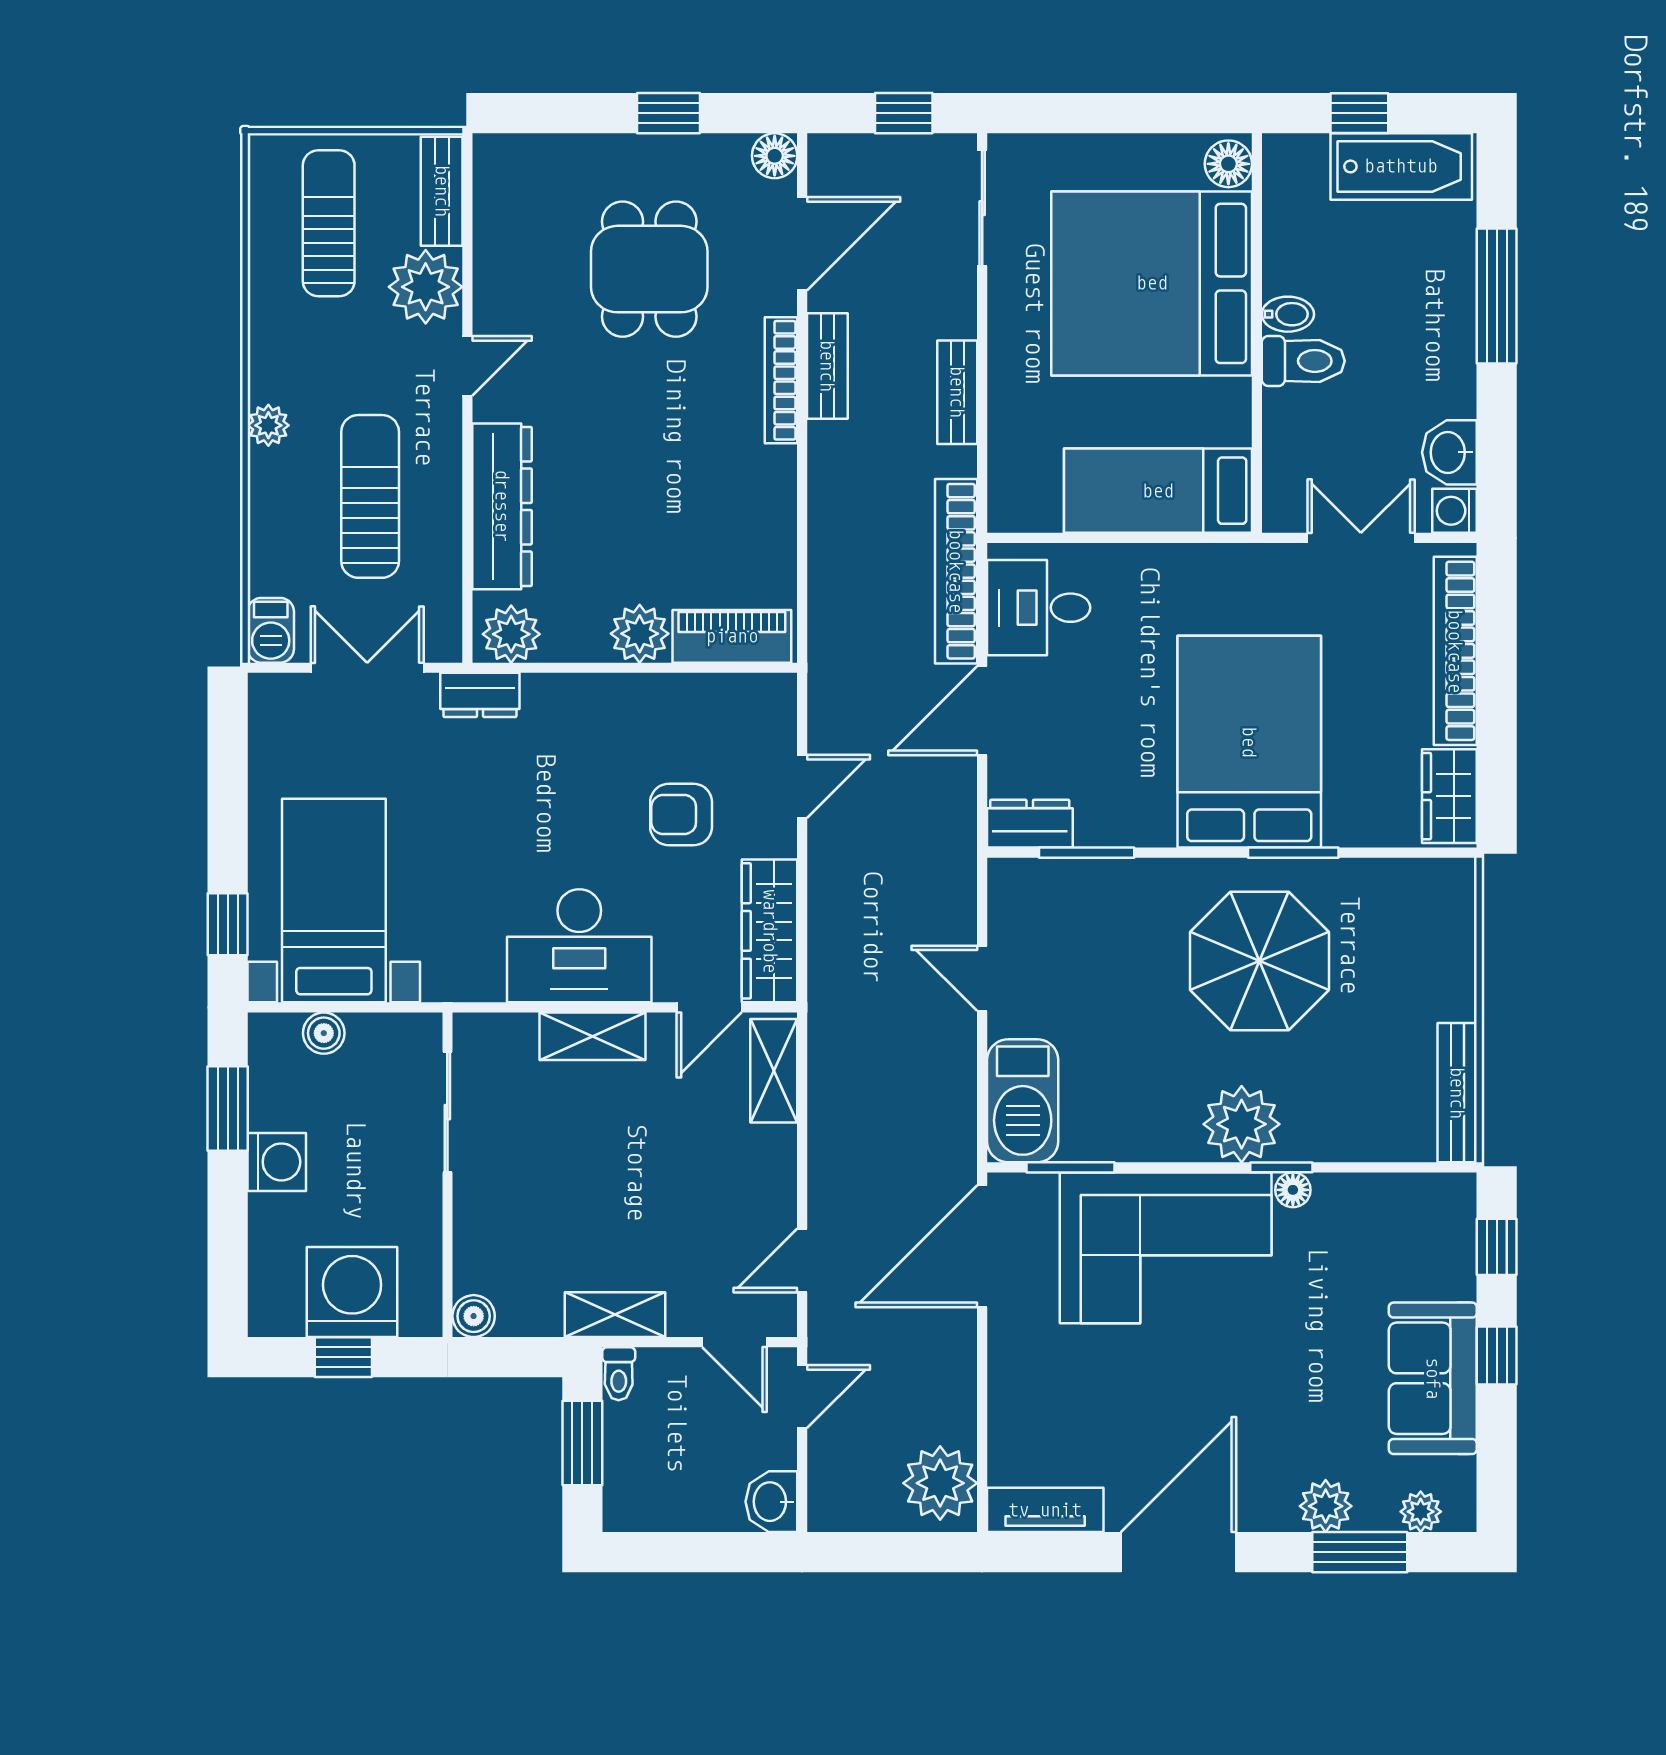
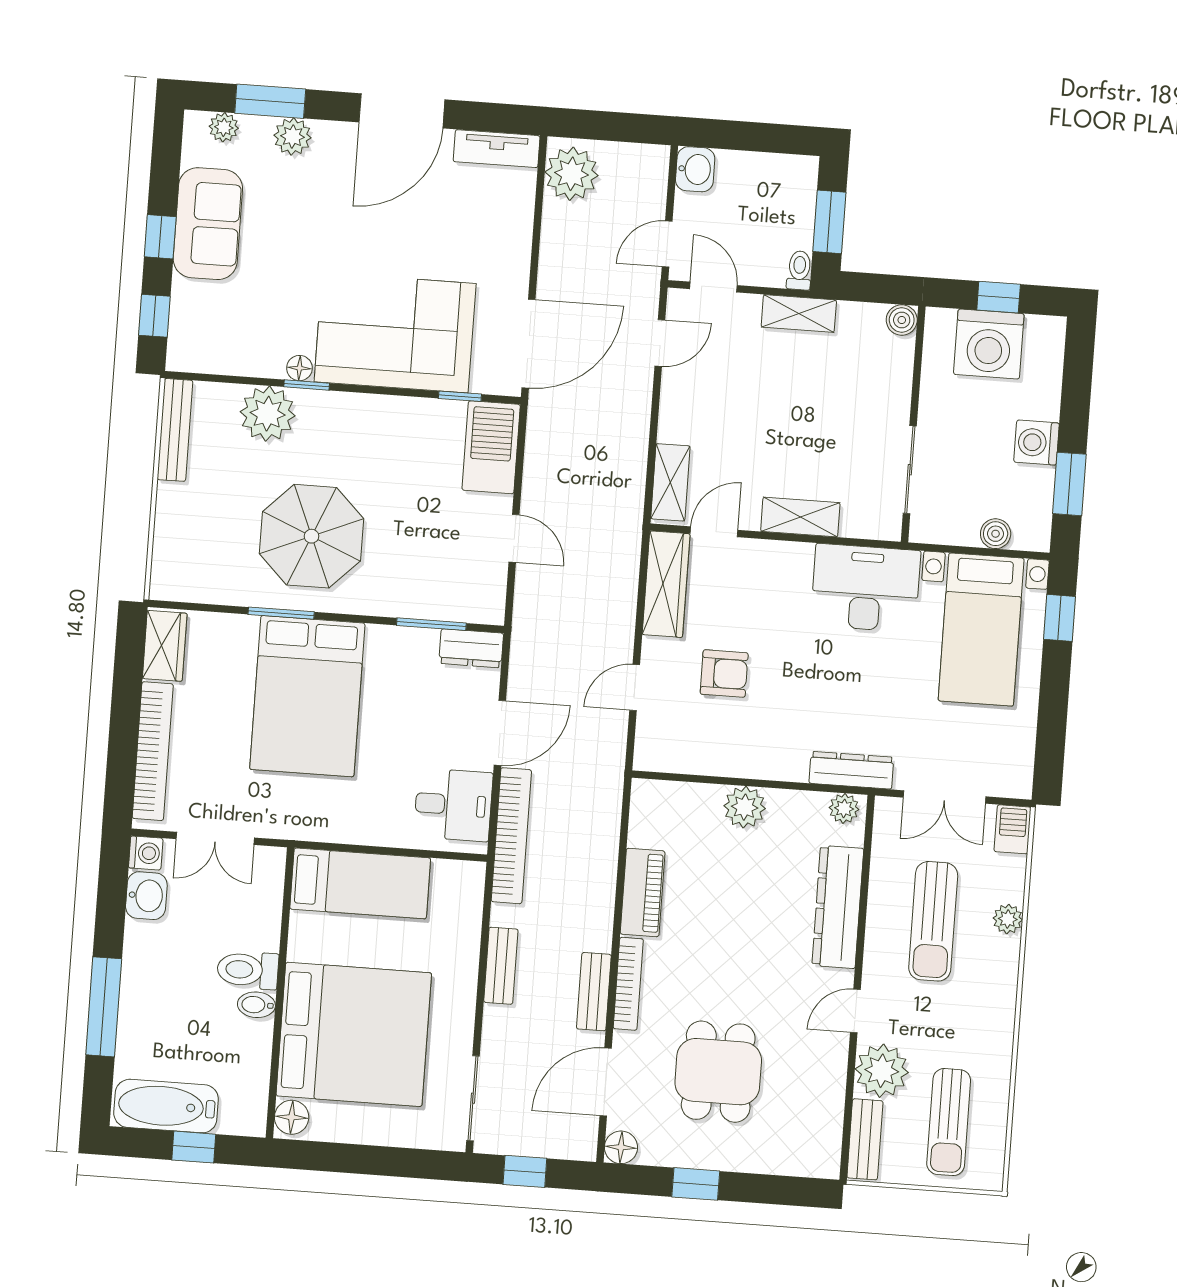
plant: (268, 425) -> (1008, 919), moved
plant: (511, 634) -> (844, 808), width x0.73, depth x0.73
piano: (732, 636) -> (643, 892), moved, turned -90
dresser: (480, 695) -> (851, 770), width x1.44
desk: (579, 946) -> (866, 588), moved
plant: (1242, 1124) -> (268, 414), moved
window: (1071, 1167) -> (460, 396), width x0.67

